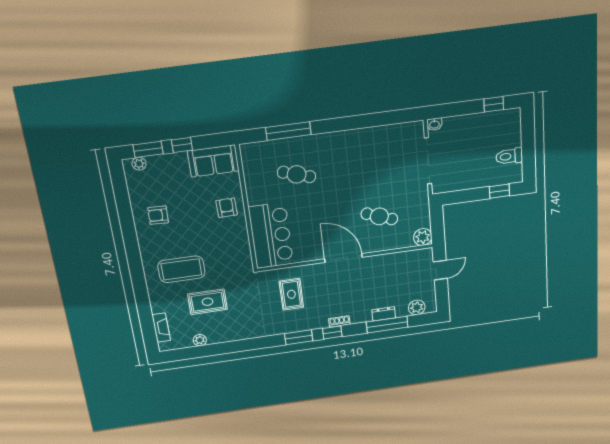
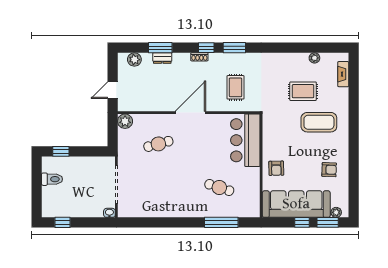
sofa: (213, 161) -> (296, 204), width x1.85, depth x1.27
cafe table: (379, 216) -> (158, 144), turned -36
door: (343, 258) -> (190, 113), swing flipped
window: (387, 325) -> (160, 48), width x0.69

